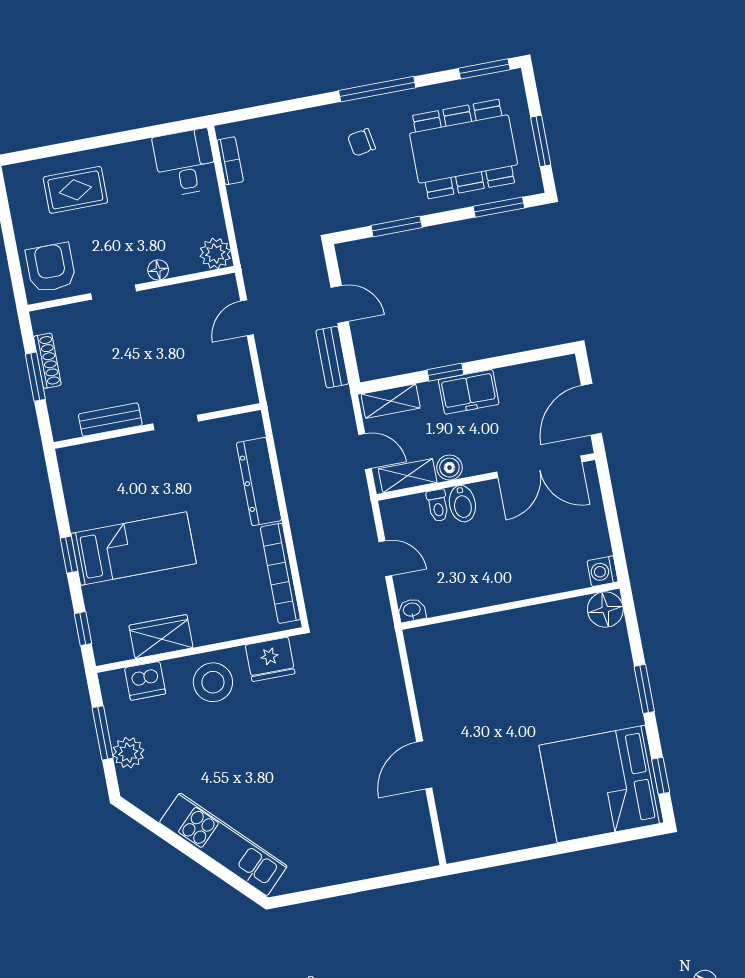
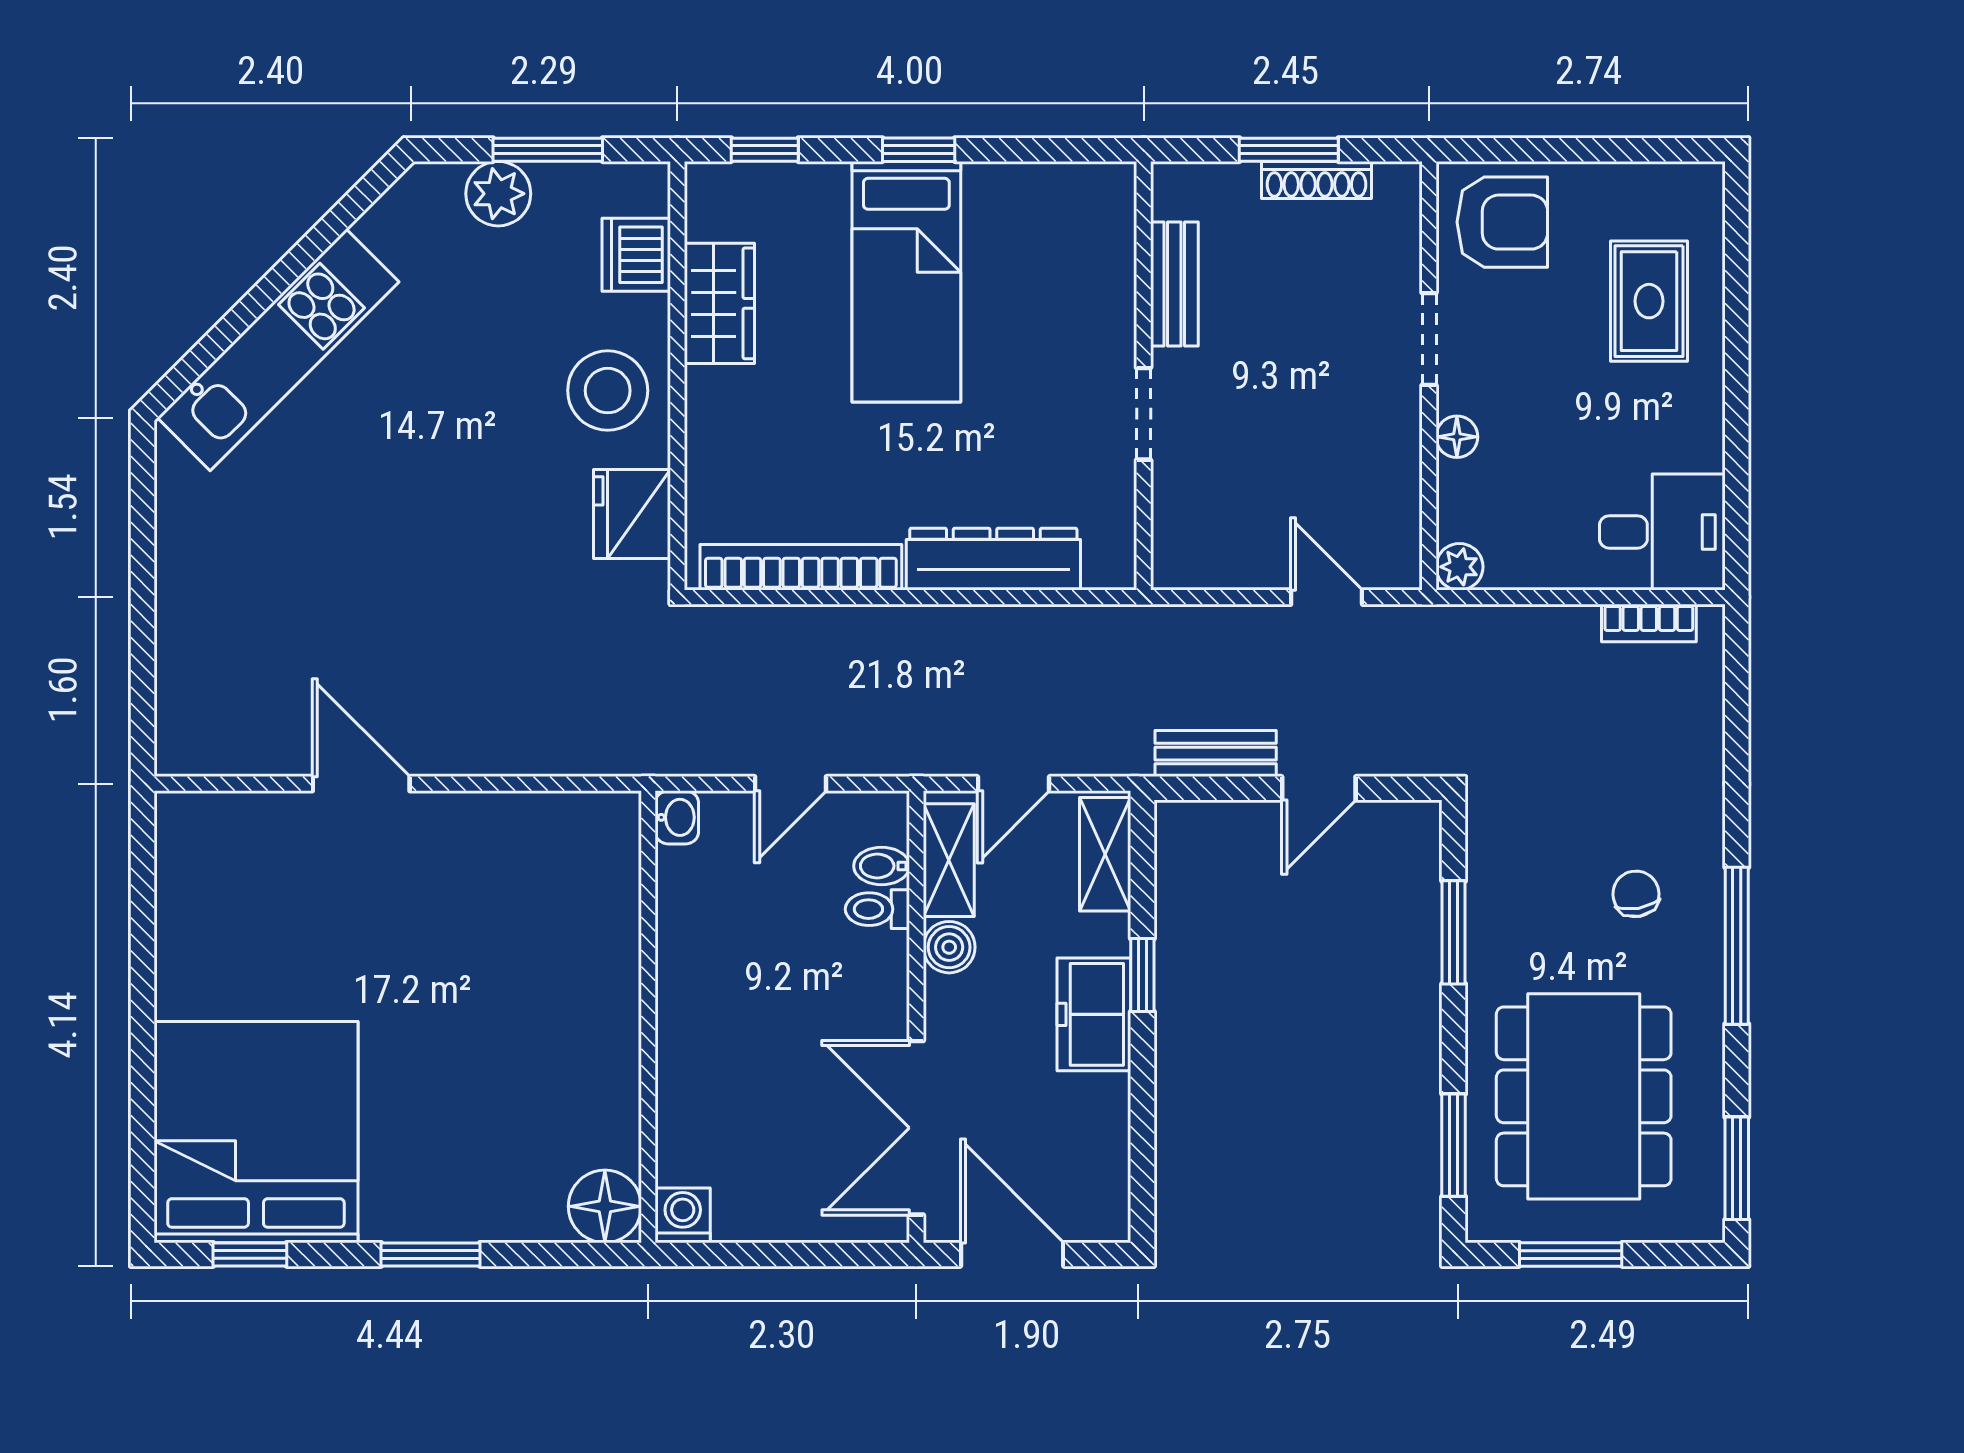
plant: (215, 253) -> (1459, 567), width x0.73, depth x0.73
bidet: (462, 504) -> (882, 866), moved, width x0.72, depth x0.74

